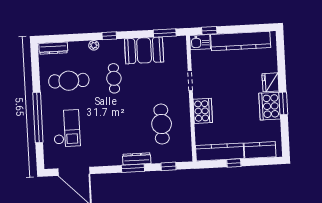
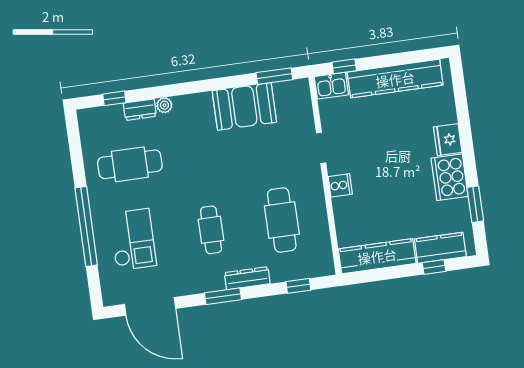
window: (109, 36) -> (114, 98), moved
dresser: (53, 48) -> (140, 110), moved, width x0.70
cafe table: (114, 78) -> (211, 230), moved
window: (283, 103) -> (475, 204), moved
cooker: (203, 111) -> (340, 185), width x0.53, depth x0.76
window: (234, 163) -> (434, 267), moved
window: (133, 168) -> (223, 296), moved

